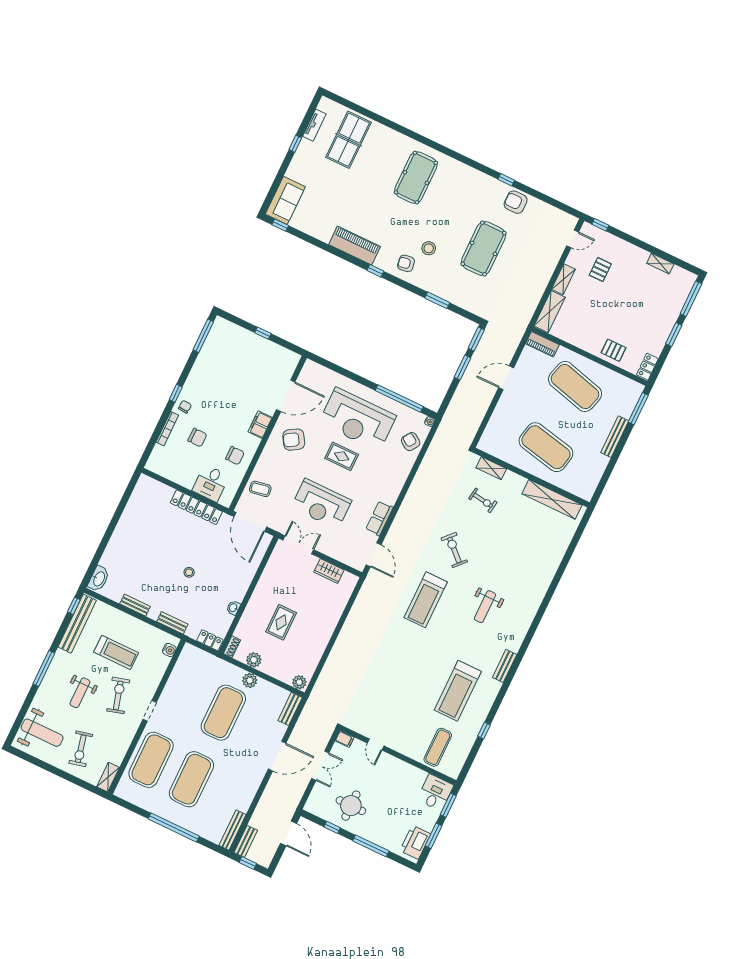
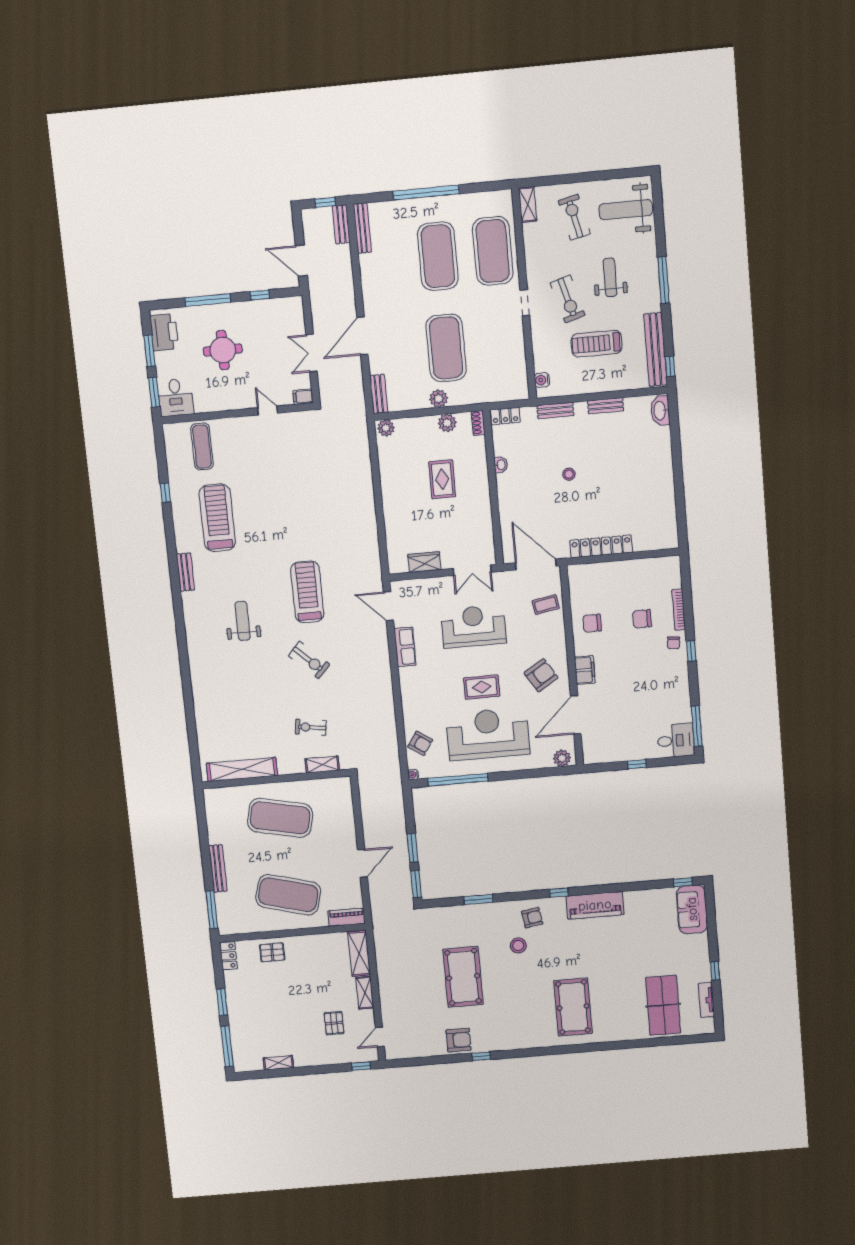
plant: (314, 370) -> (562, 758), added
desk: (211, 483) -> (676, 741), moved, turned 90
round table: (351, 806) -> (223, 350), moved

